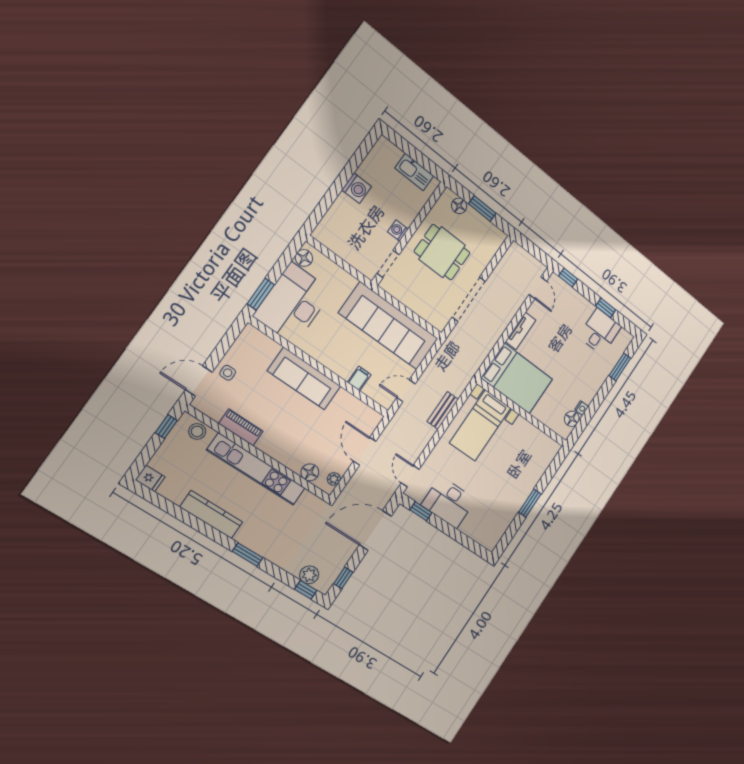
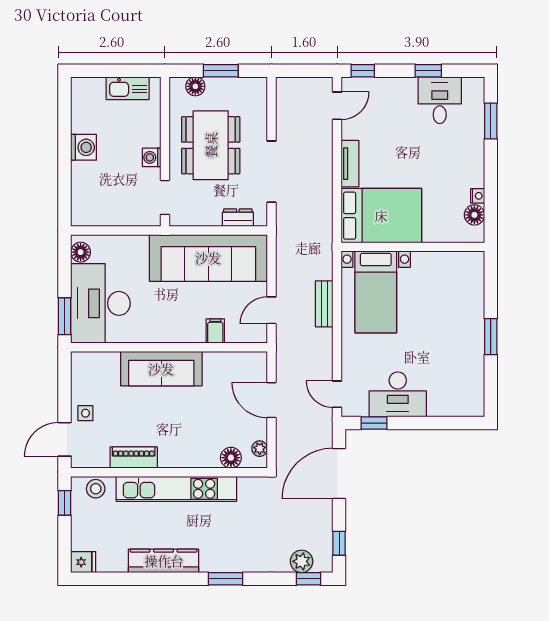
dining table: (442, 252) -> (211, 145), width x1.38
door: (538, 288) -> (337, 106), hinge flipped
dresser: (427, 313) -> (238, 218), added

